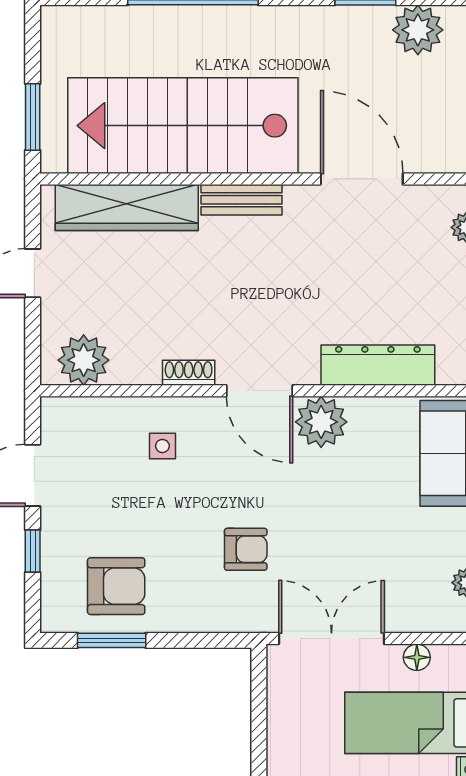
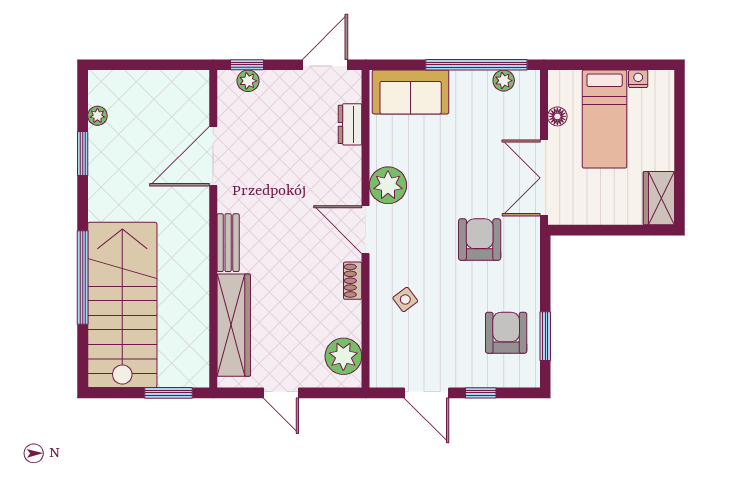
plant: (418, 30) -> (97, 116), width x0.53, depth x0.53
stairs: (183, 126) -> (122, 305), moved, turned 180
dresser: (378, 365) -> (350, 124), width x0.51, depth x0.80
door: (260, 391) -> (366, 230), swing flipped
side table: (162, 446) -> (405, 299), turned -37
armchair: (246, 549) -> (480, 240), width x1.38, depth x1.38

